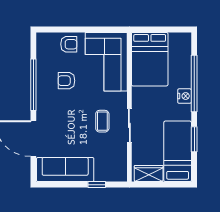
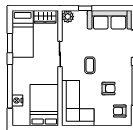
armchair: (69, 44) -> (120, 111), moved
nightstand: (185, 96) -> (17, 100), moved
coffee table: (102, 121) -> (90, 65), moved
plant: (119, 174) -> (68, 17), added

